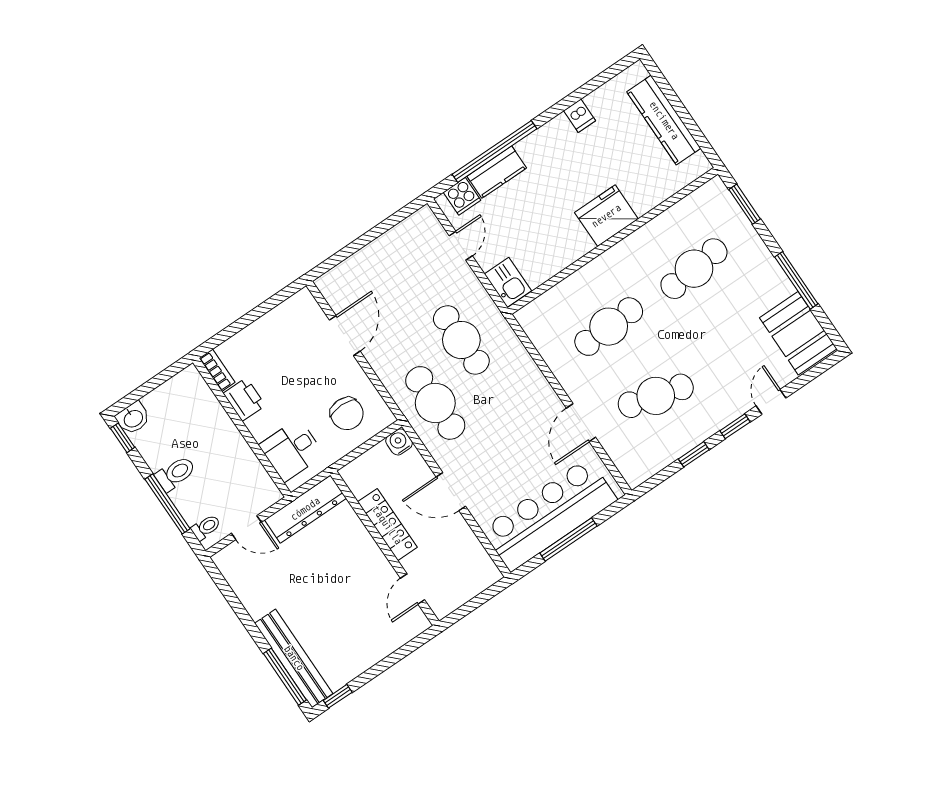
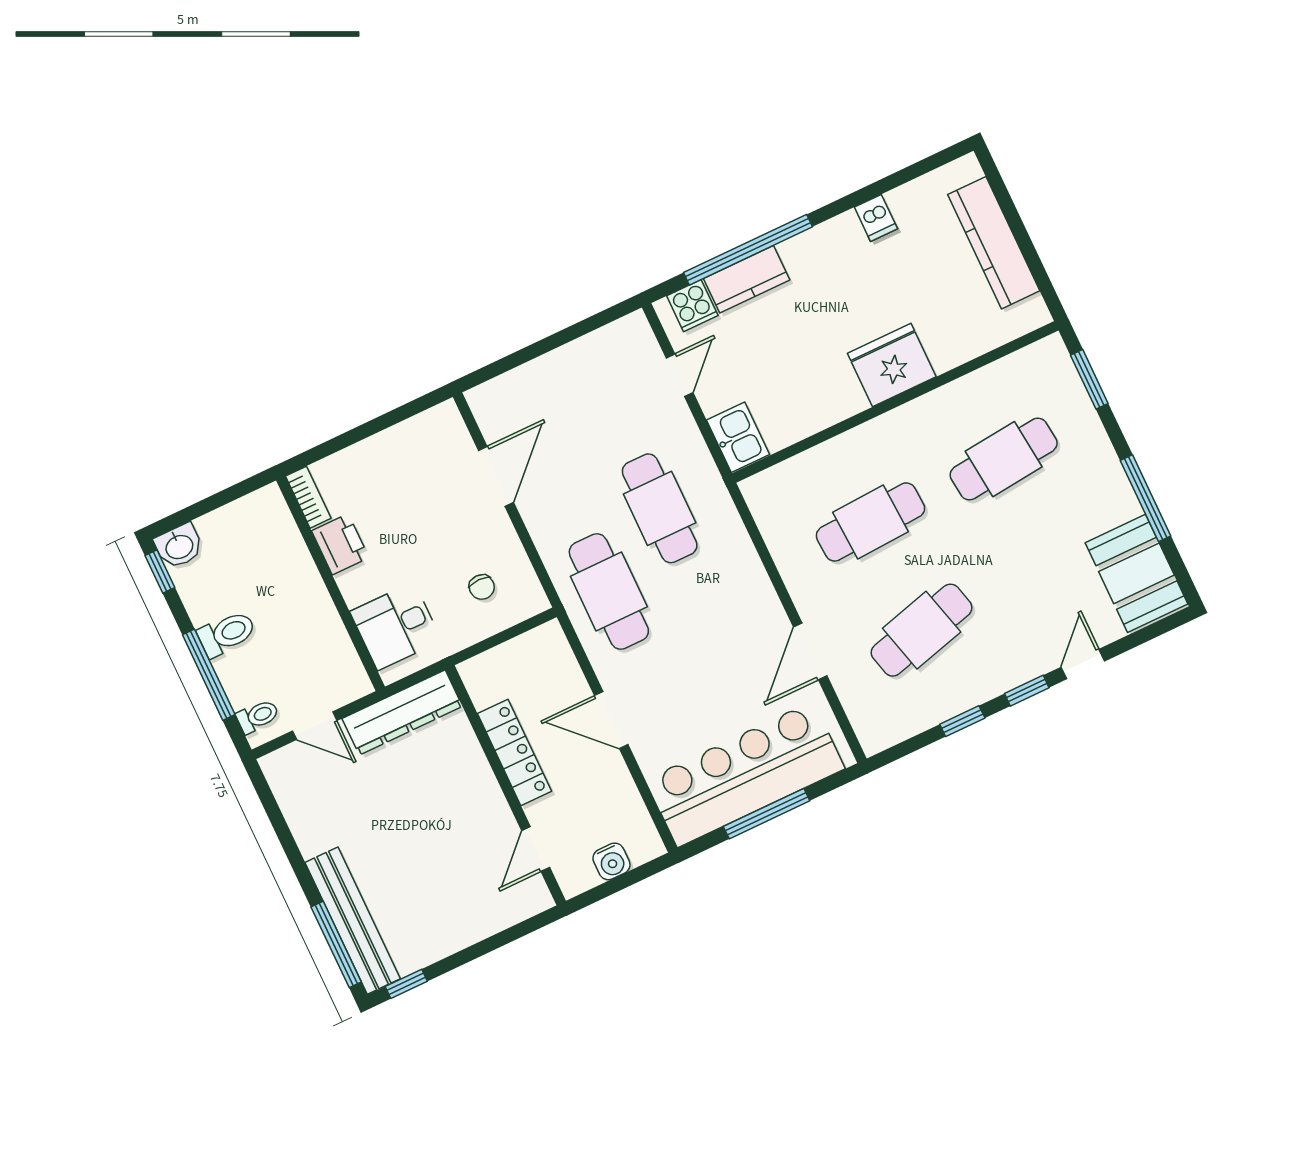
cafe table: (656, 396) -> (922, 630), turned -30
chair: (347, 414) -> (482, 587), width x0.54, depth x0.54
water cooler: (399, 442) -> (611, 861), moved, turned 180

